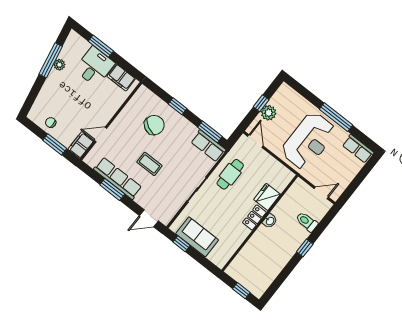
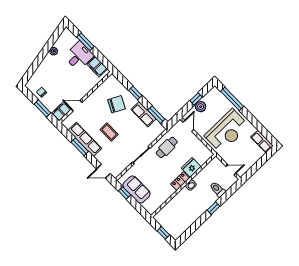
window: (51, 60) -> (48, 47), removed
window: (336, 117) -> (232, 99), moved
row of seats: (208, 146) -> (143, 114), moved

